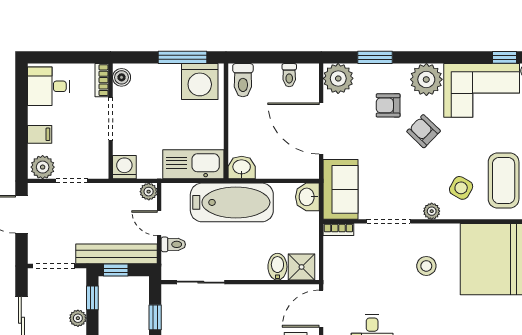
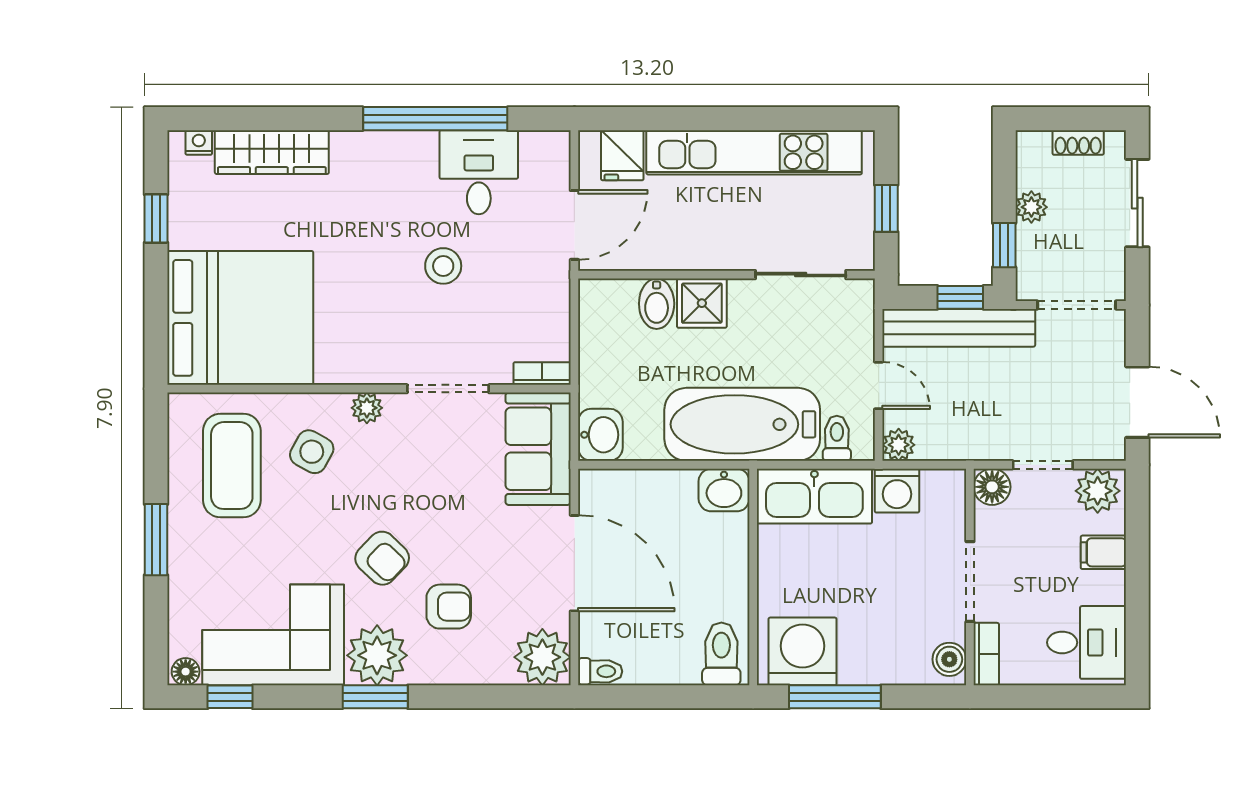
window: (375, 57) -> (375, 697), moved
toilet: (289, 75) -> (600, 671), moved, turned 90
washing machine: (124, 167) -> (897, 491), moved
floor lamp: (99, 169) -> (992, 487), added
toilet: (173, 244) -> (837, 438), moved, turned 90
stool: (426, 266) -> (443, 266), moved
shower: (302, 267) -> (702, 303), moved

